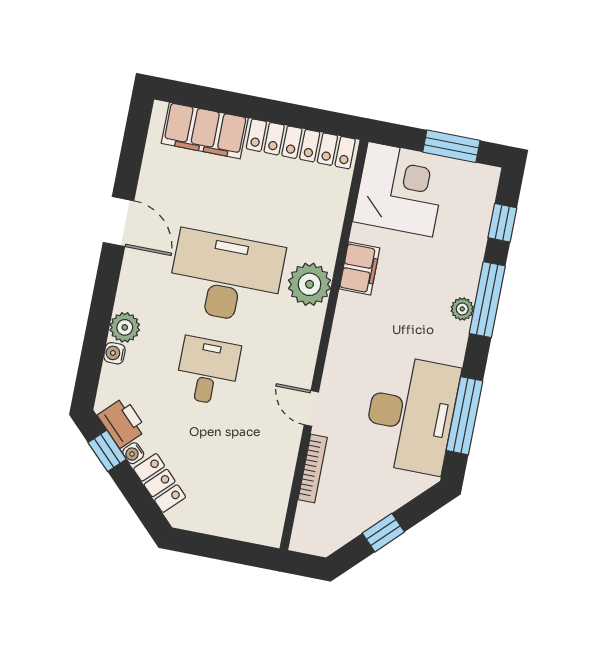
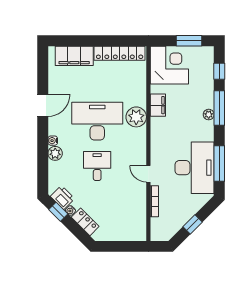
door: (119, 222) -> (43, 105), hinge flipped
water cooler: (114, 353) -> (53, 141), moved

